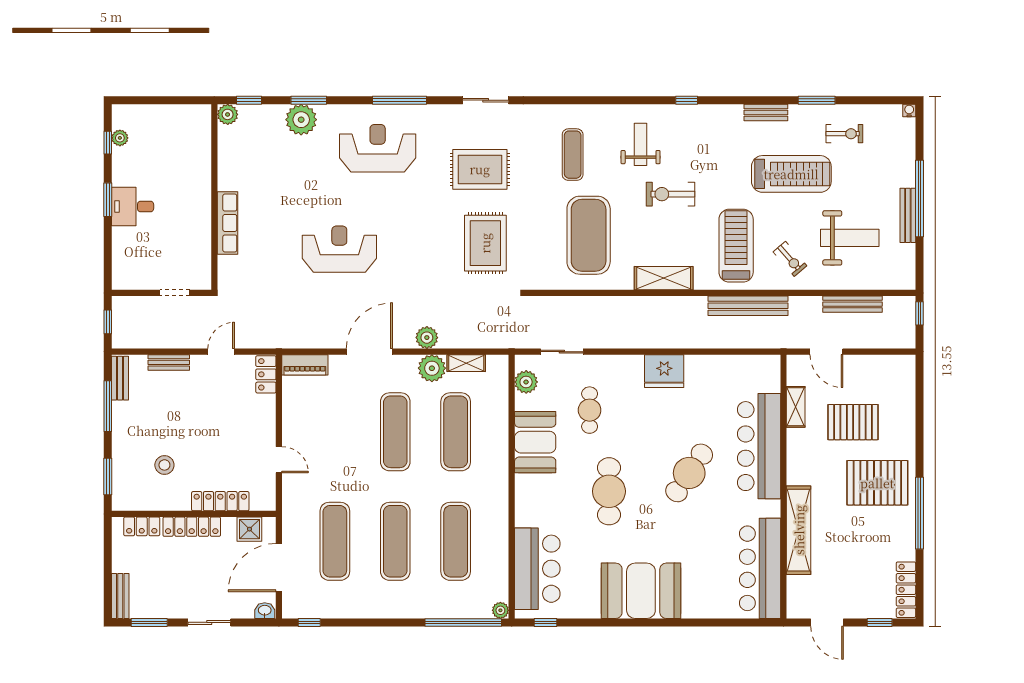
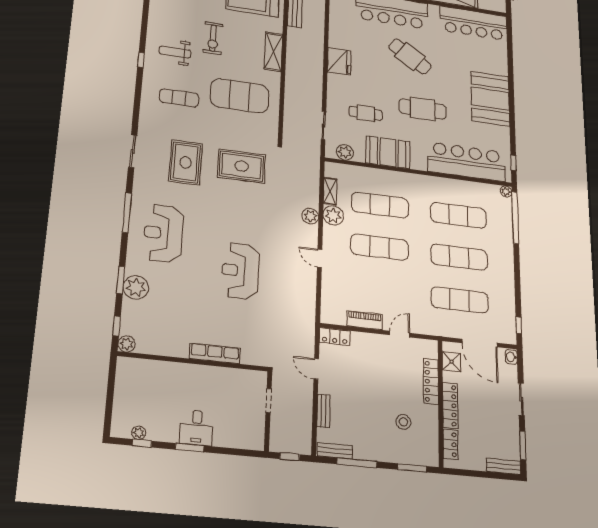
window: (687, 100) -> (141, 60), moved
door: (369, 352) -> (320, 258), width x0.53
piano: (305, 365) -> (365, 320), moved, turned -90
bar counter: (537, 569) -> (466, 162), width x1.36

